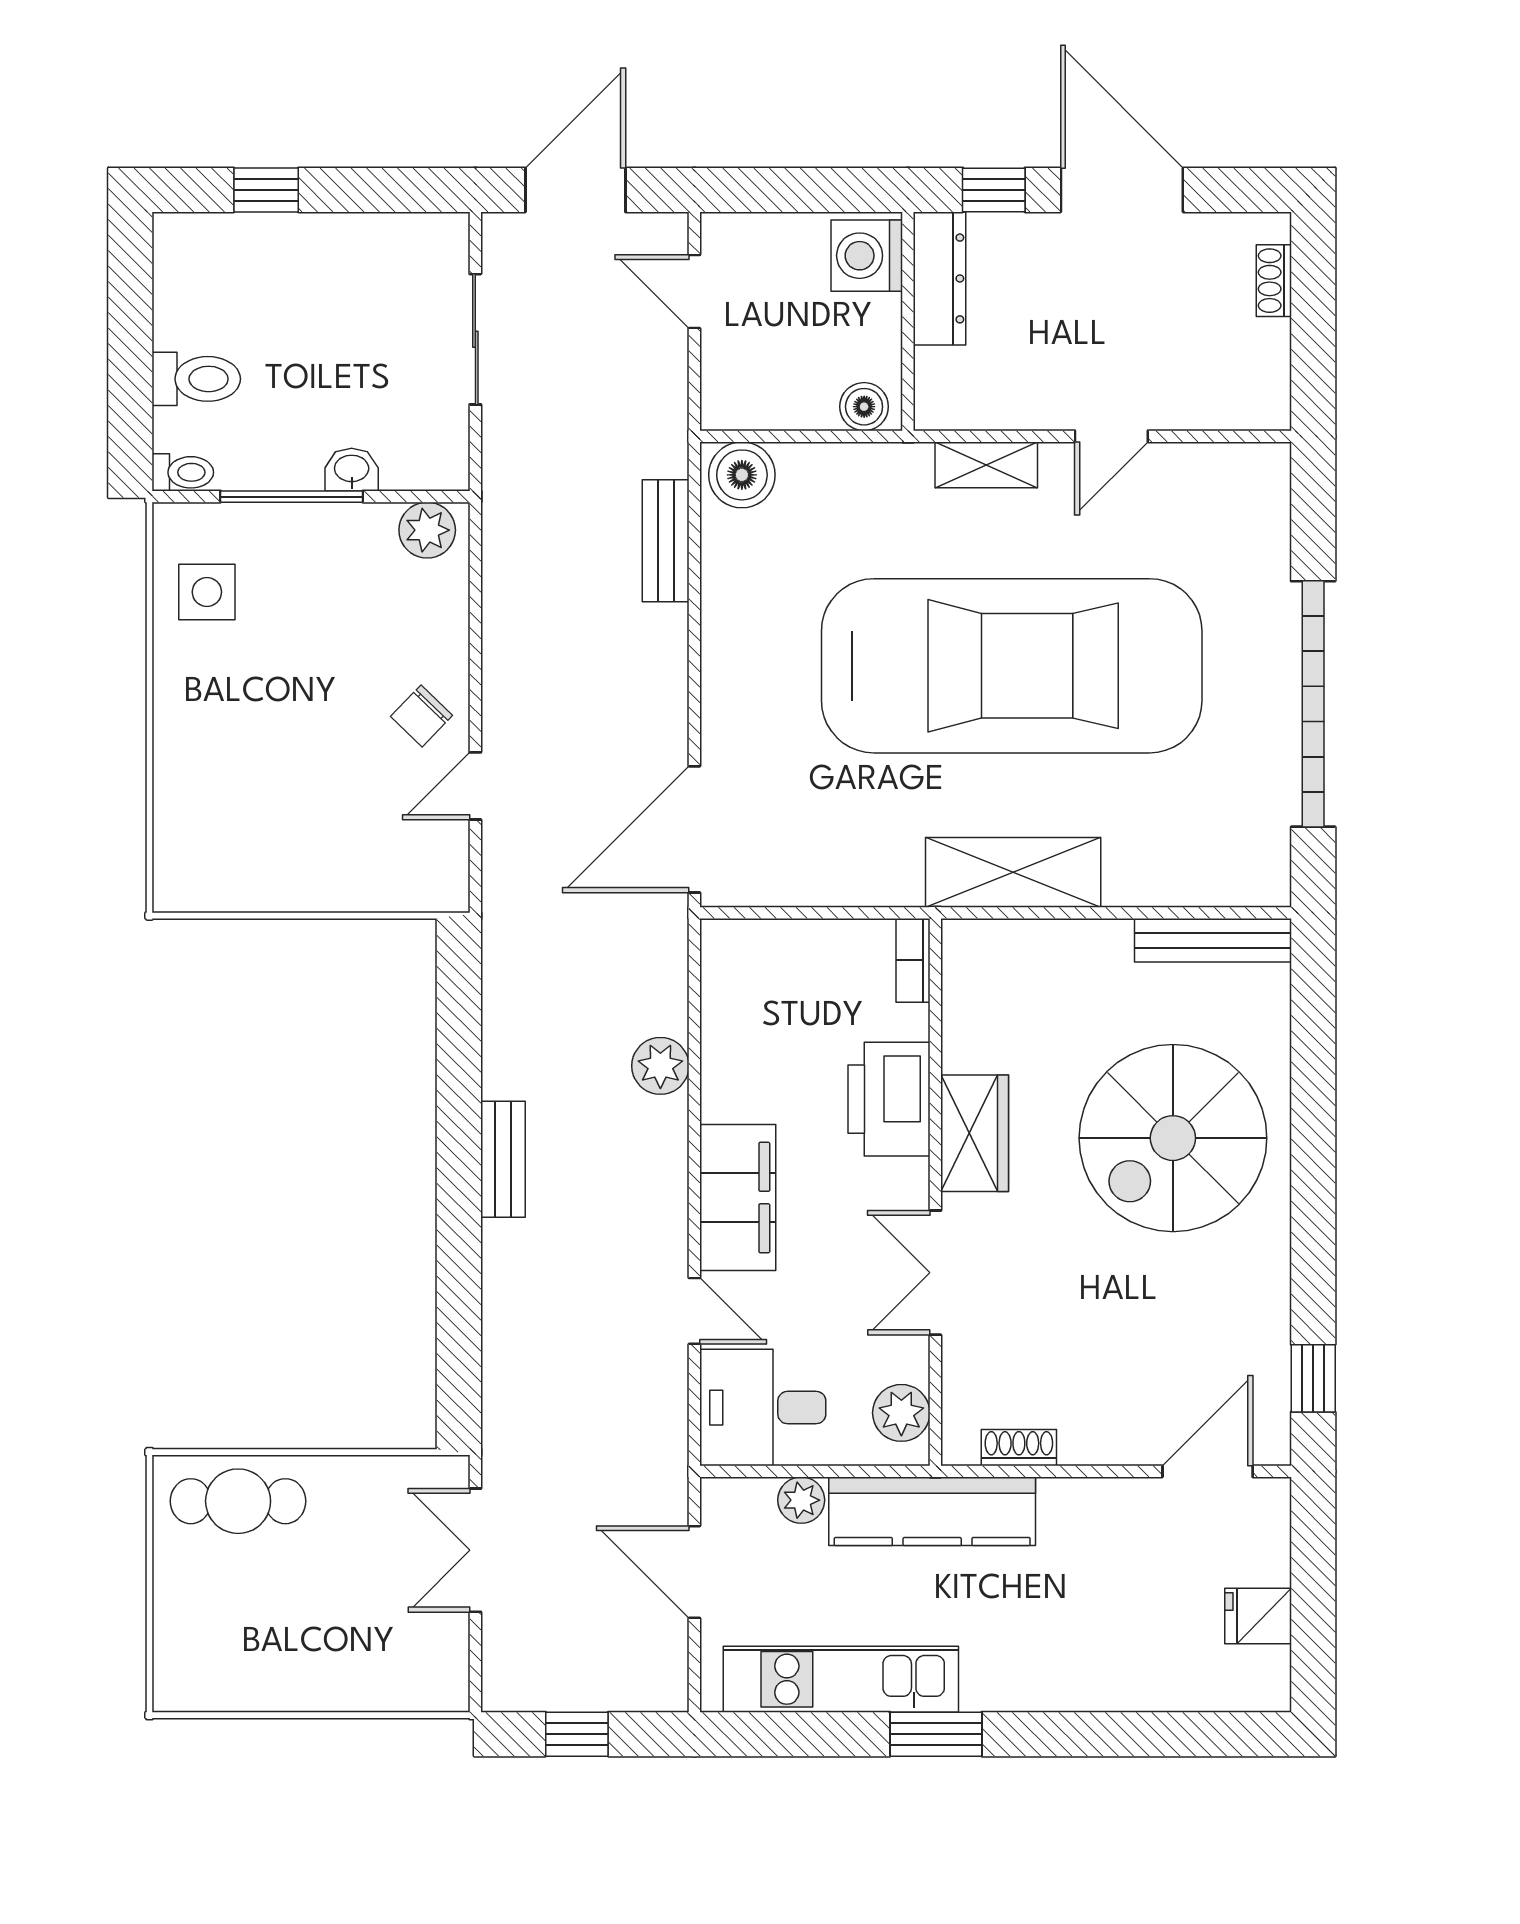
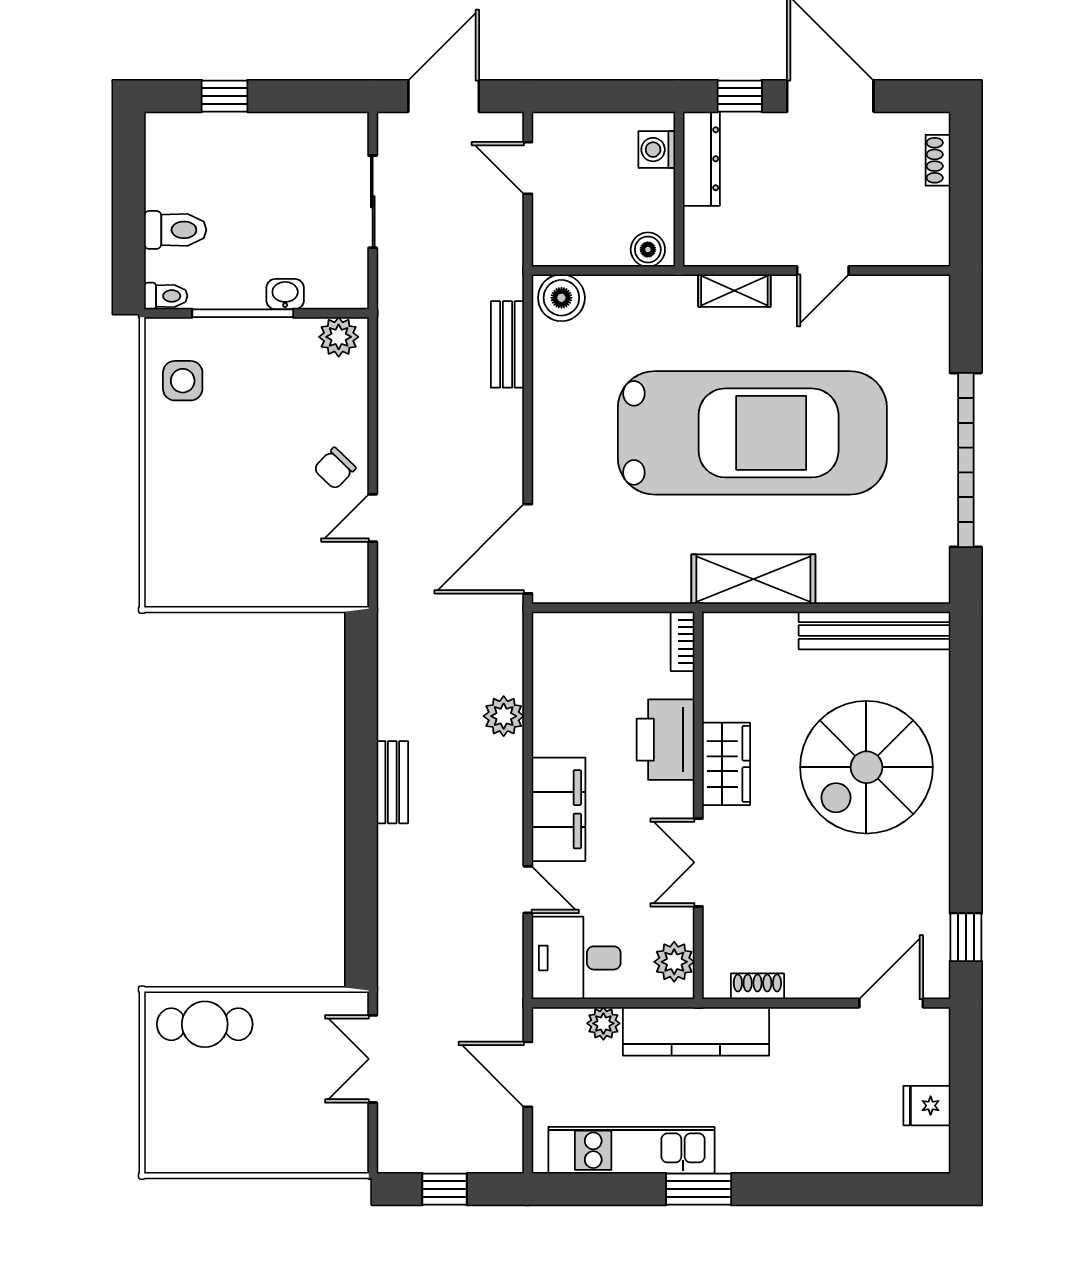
washing machine: (867, 256) -> (657, 150), width x0.73, depth x0.73
bench: (1213, 940) -> (874, 630), width x1.37, depth x1.21

